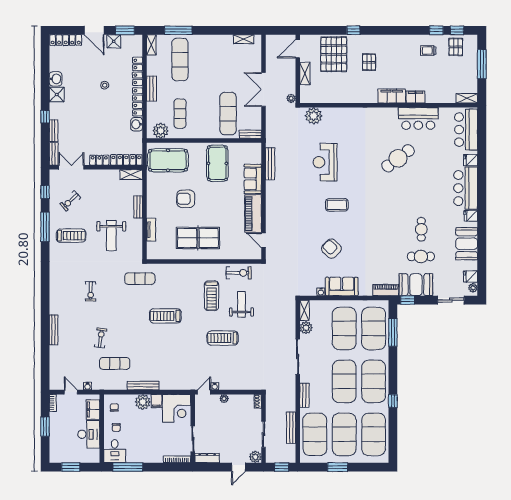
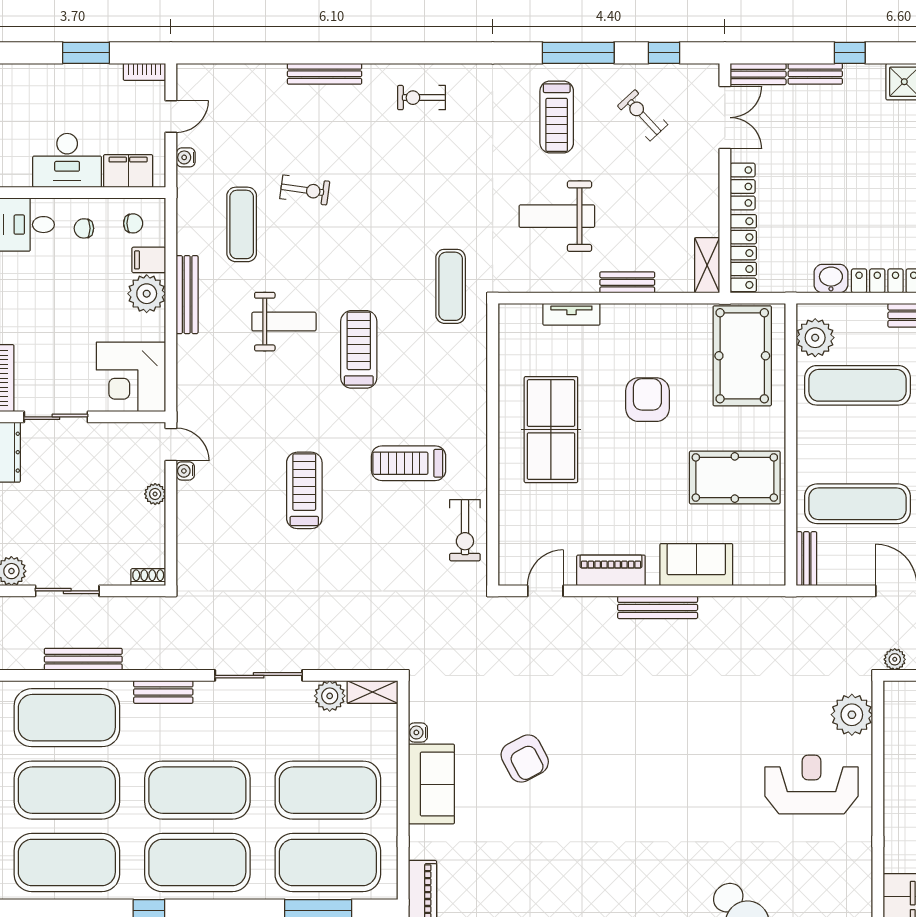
exercise mat: (180, 114) -> (857, 385), width x1.36, depth x1.45
reception desk: (325, 162) -> (812, 784), moved
bench: (270, 164) -> (658, 607), moved
coffee table: (337, 205) -> (632, 772), removed
piano: (253, 214) -> (611, 570), width x0.73, depth x0.75
armchair: (331, 249) -> (525, 758), turned 108
exercise bike: (91, 291) -> (422, 98), moved
weight bench: (242, 304) -> (284, 322), moved
filing cabinet: (156, 401) -> (149, 260), moved

